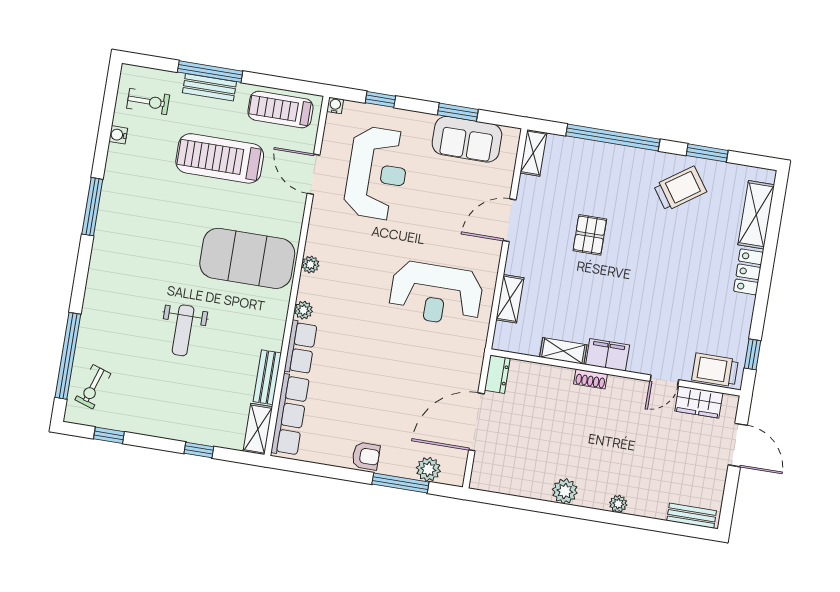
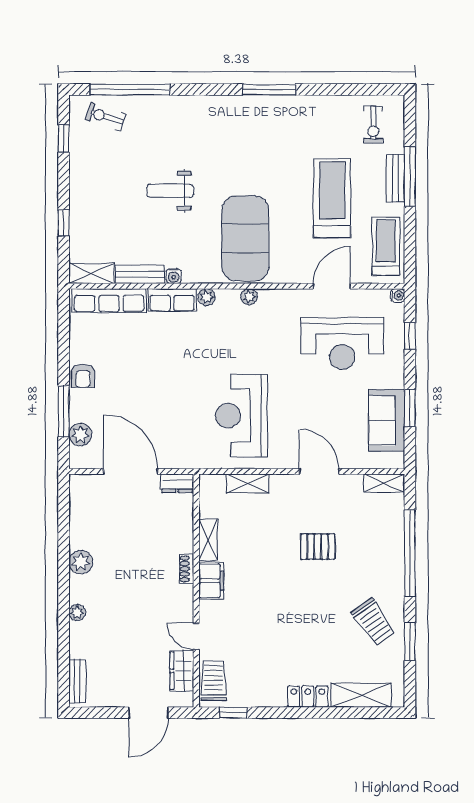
water cooler: (118, 135) -> (174, 276), moved, turned 180

